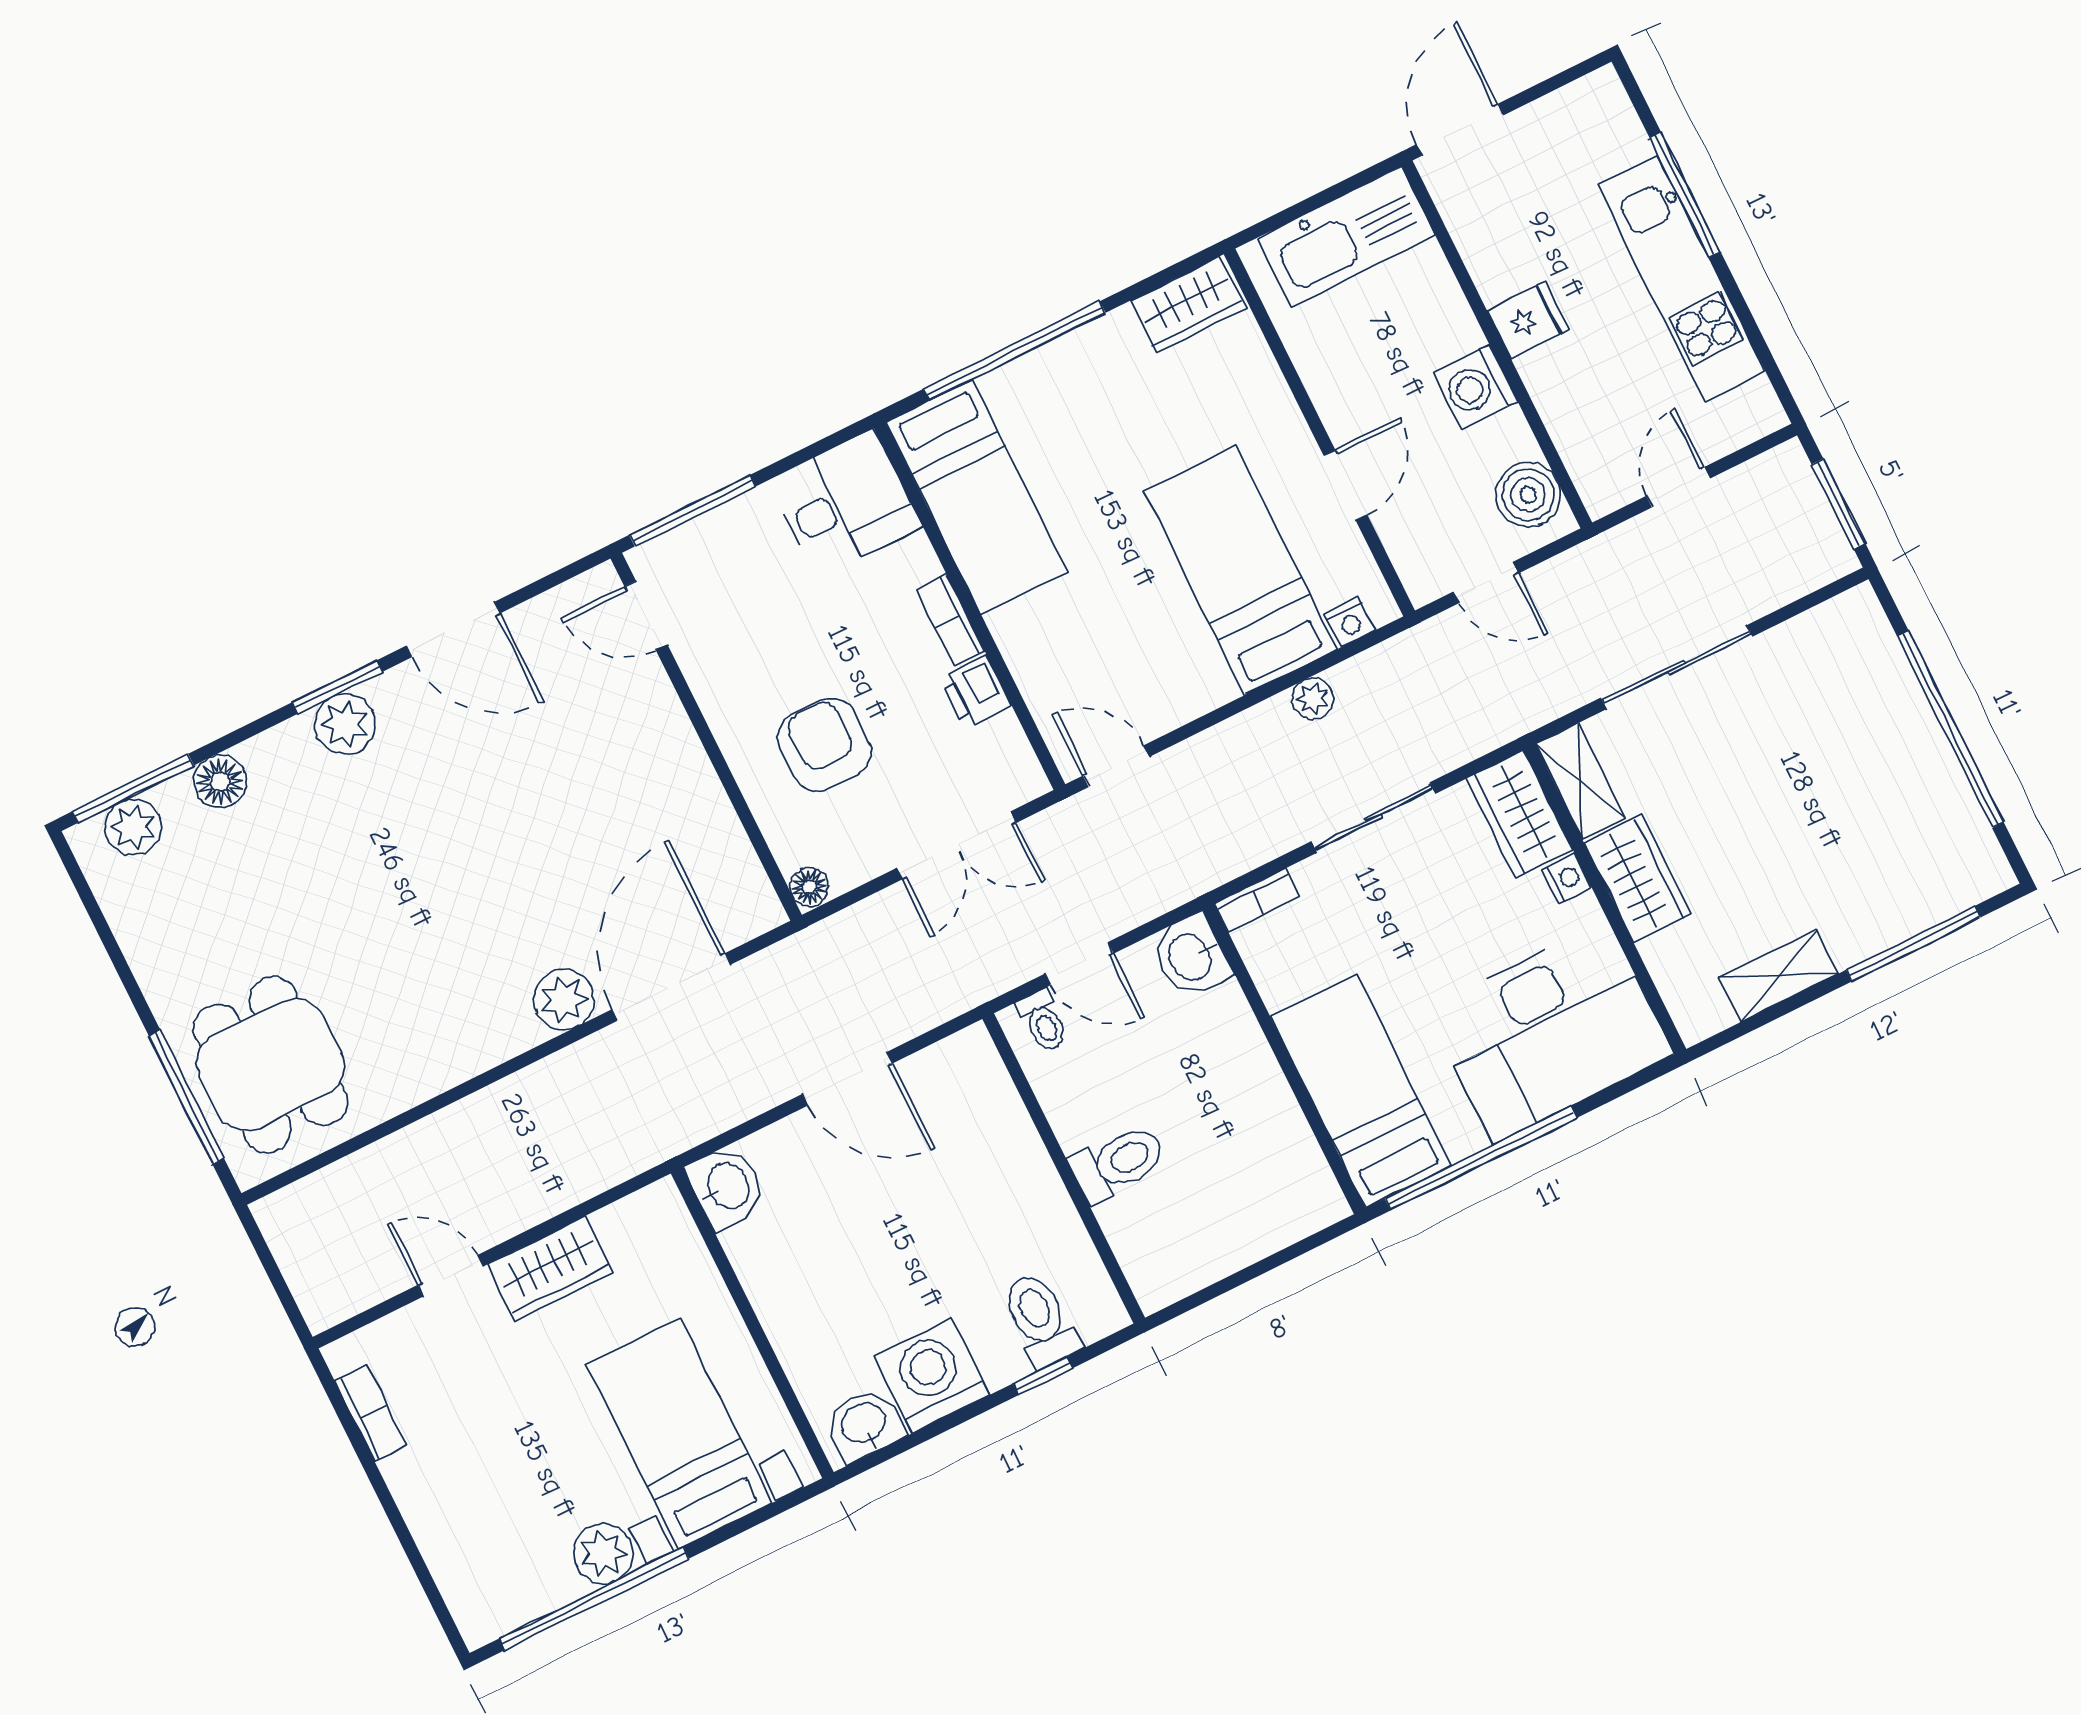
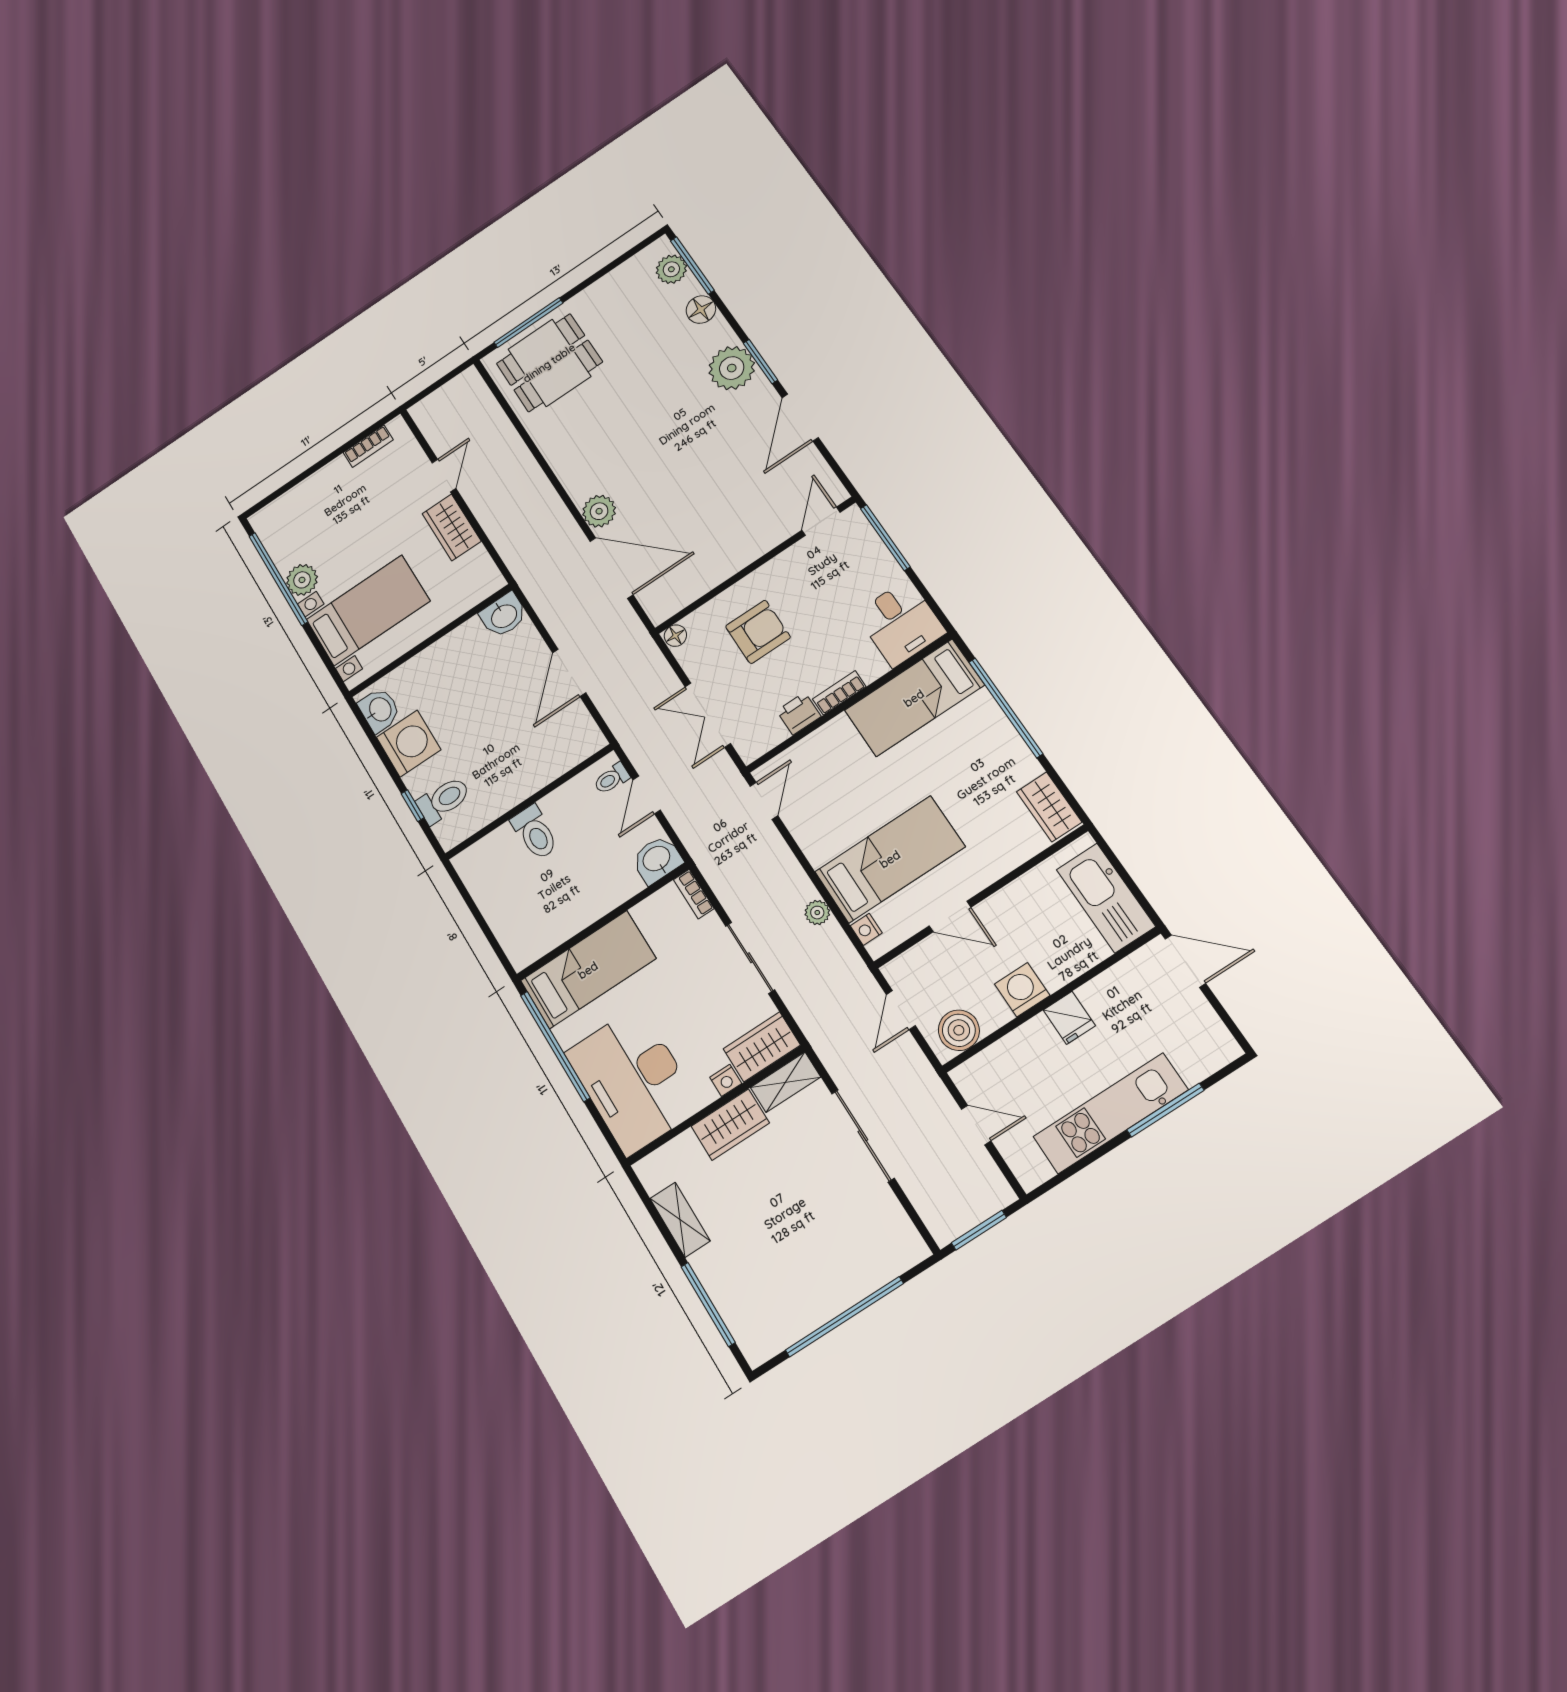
plant: (345, 724) -> (732, 368), width x1.36, depth x1.36

